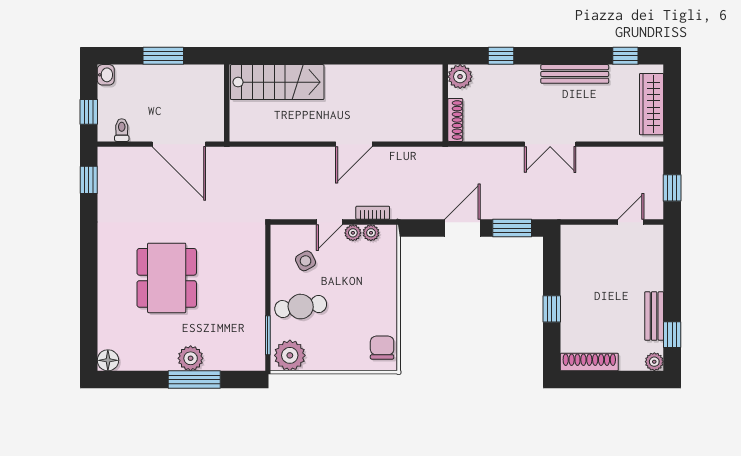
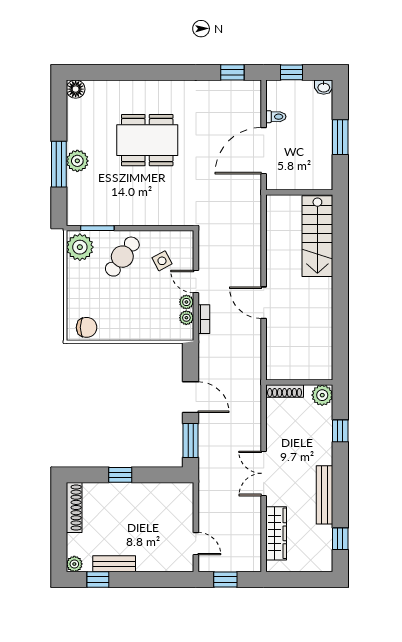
wardrobe: (652, 104) -> (276, 533), moved, turned 90
toilet: (122, 130) -> (276, 117), moved
cafe table: (301, 307) -> (122, 257), turned 45

